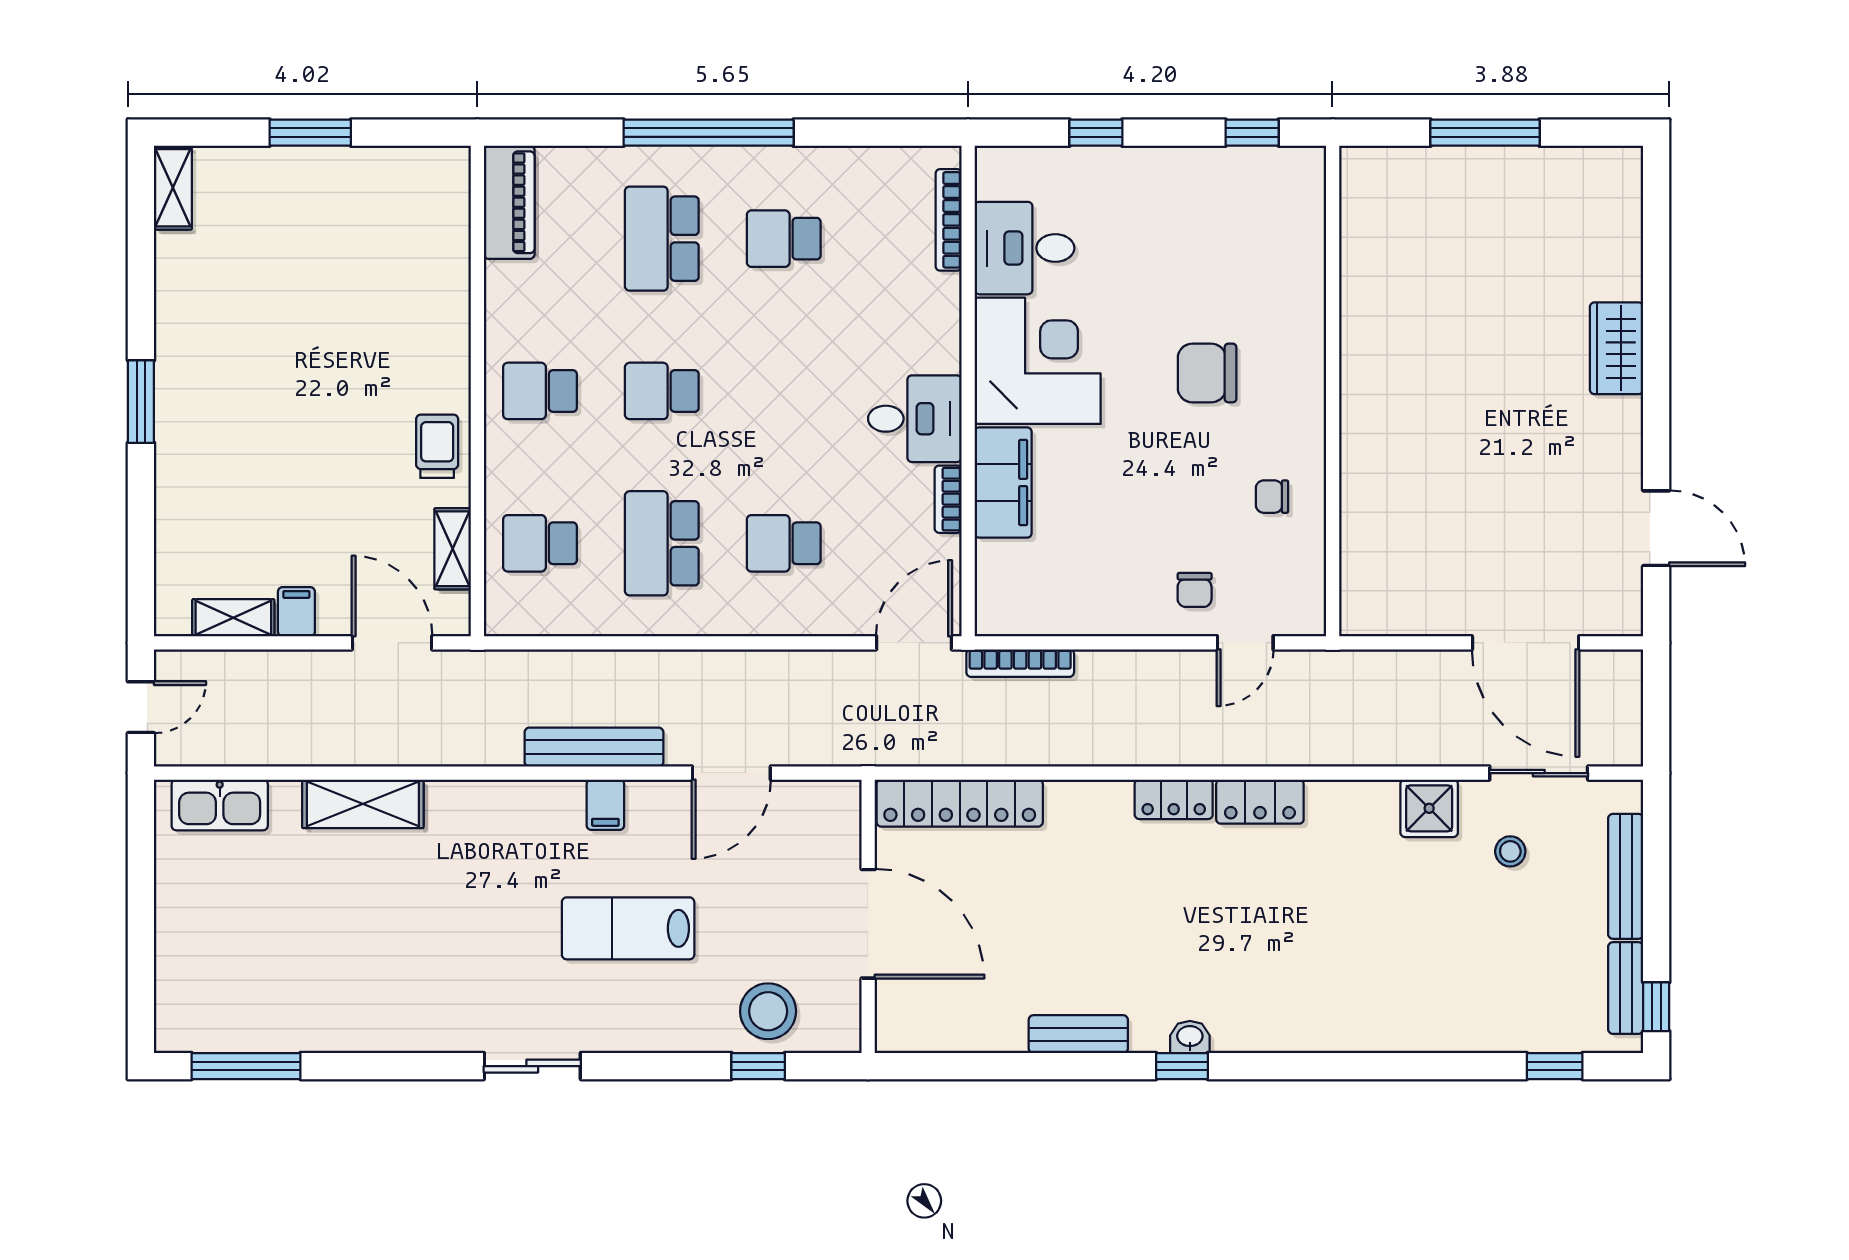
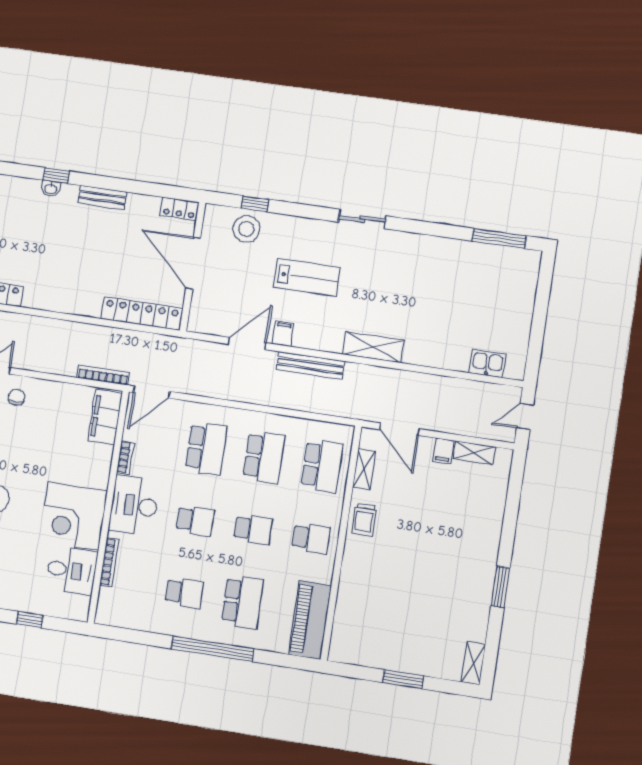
piano: (509, 202) -> (310, 620), width x1.37, depth x1.33
bookcase: (949, 220) -> (109, 562), moved
school desk: (784, 391) -> (195, 520), added
window: (141, 402) -> (500, 587), moved
desk: (915, 419) -> (134, 505), width x1.37
filing cabinet: (1003, 483) -> (105, 417), moved
school desk: (540, 543) -> (322, 466), width x1.85
school desk: (784, 543) -> (206, 448), width x1.85
locker: (1174, 799) -> (179, 209), moved, turned 180
shelving: (363, 804) -> (373, 347), moved
kitchen sink: (220, 805) -> (487, 363), width x0.73
filing cabinet: (605, 805) -> (283, 334), moved

